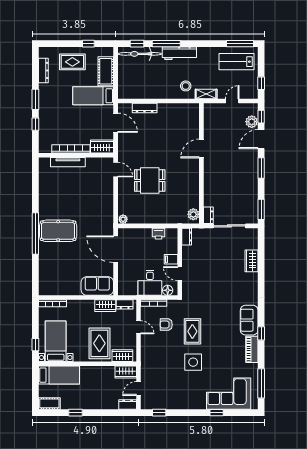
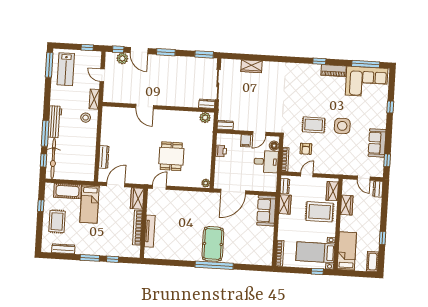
sofa: (249, 320) -> (377, 143), moved, turned 90
wardrobe: (126, 372) -> (347, 205), moved
corner sofa: (229, 394) -> (367, 82), moved, turned -90

